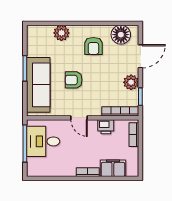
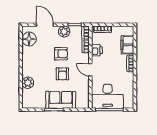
armchair: (93, 46) -> (61, 54), moved
sofa: (38, 85) -> (61, 100), width x0.73
door: (79, 118) -> (90, 70), swing flipped
desk: (43, 141) -> (108, 96), width x1.37

